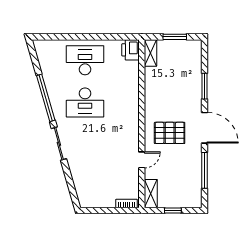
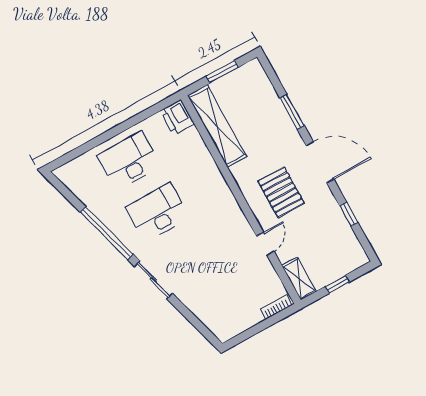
shelving: (150, 53) -> (217, 126), width x2.20, depth x1.33
desk: (85, 102) -> (157, 212), turned 180
pallet: (170, 133) -> (281, 192), turned 90
window: (205, 170) -> (349, 214), width x0.46

